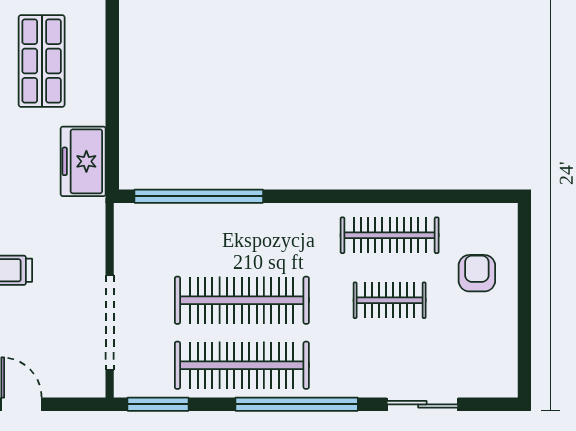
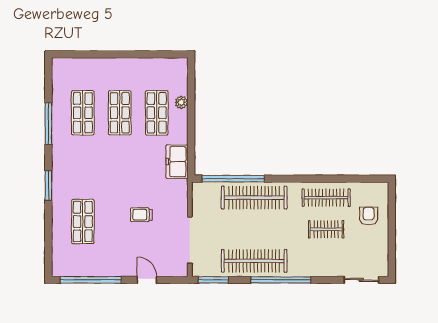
plant: (92, 40) -> (181, 102), added
clothes rail: (242, 300) -> (254, 198), moved
sliding door: (422, 404) -> (361, 280), moved

